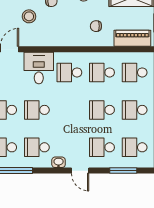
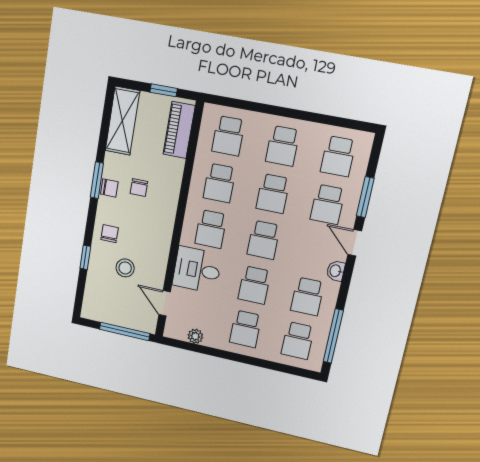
chair: (96, 26) -> (139, 188), moved
school desk: (69, 110) -> (264, 240), added
door: (80, 171) -> (355, 243), swing flipped
window: (123, 171) -> (365, 197), moved

